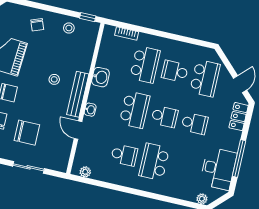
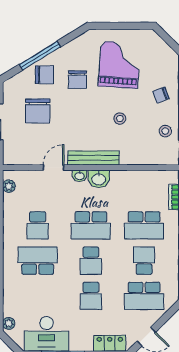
washbasin: (100, 77) -> (99, 179), moved
stool: (54, 79) -> (120, 119), moved

